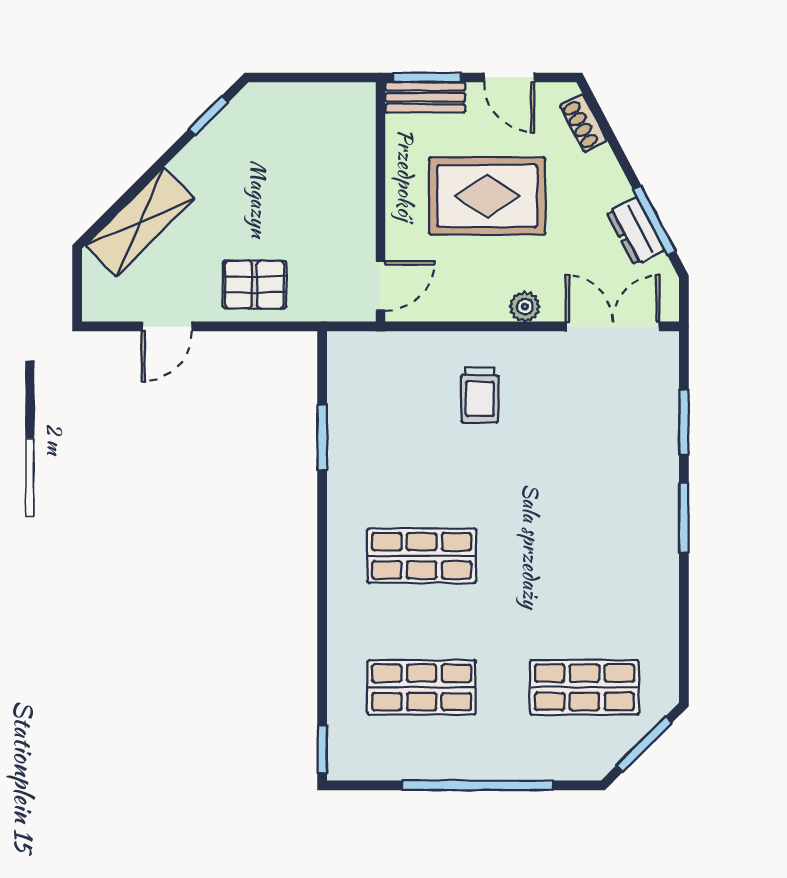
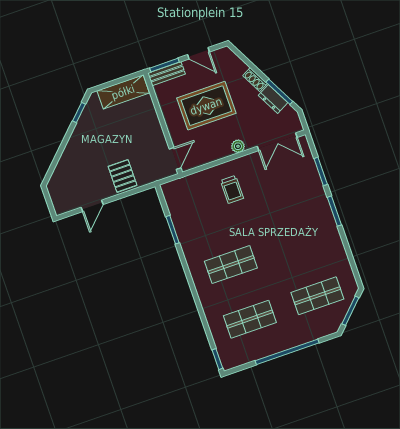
shoe rack: (583, 123) -> (255, 80), moved
shelving: (140, 222) -> (123, 92), moved, turned 45
pallet: (255, 285) -> (123, 176), turned 90
double door: (613, 326) -> (277, 142), swing flipped

